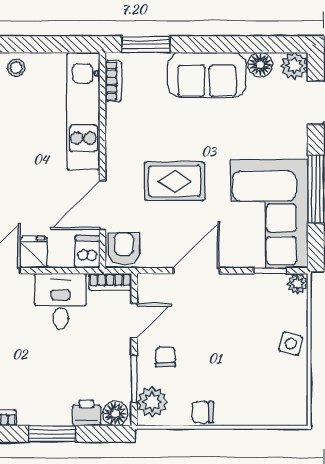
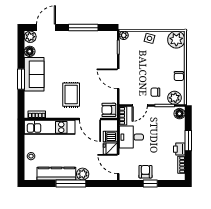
window: (146, 44) -> (21, 79), moved
rug: (175, 181) -> (71, 95), moved
corner sofa: (269, 214) -> (94, 47), removed
dishwasher: (87, 252) -> (110, 137), moved
door: (134, 321) -> (140, 106), swing flipped
plant: (288, 406) -> (176, 40), added
printer: (87, 413) -> (179, 149), moved

